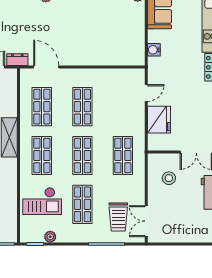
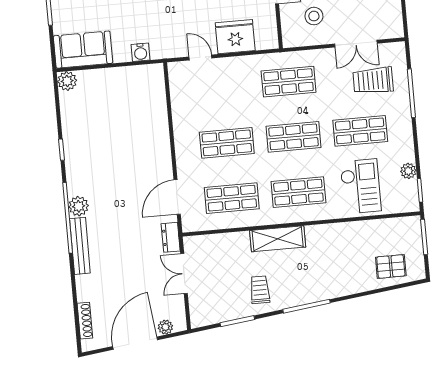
trolley: (118, 217) -> (373, 80), turned 180
double door: (146, 221) -> (356, 44), moved

